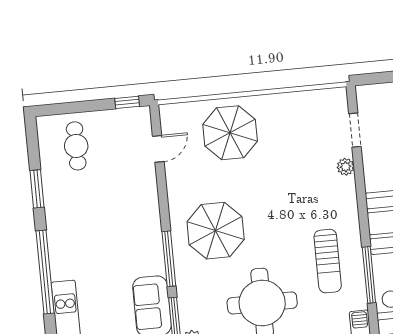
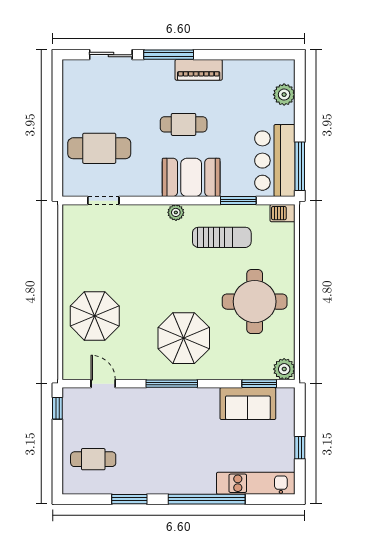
plant: (346, 167) -> (176, 212), moved
window: (169, 259) -> (172, 384), moved
window: (369, 275) -> (238, 201), width x0.69

